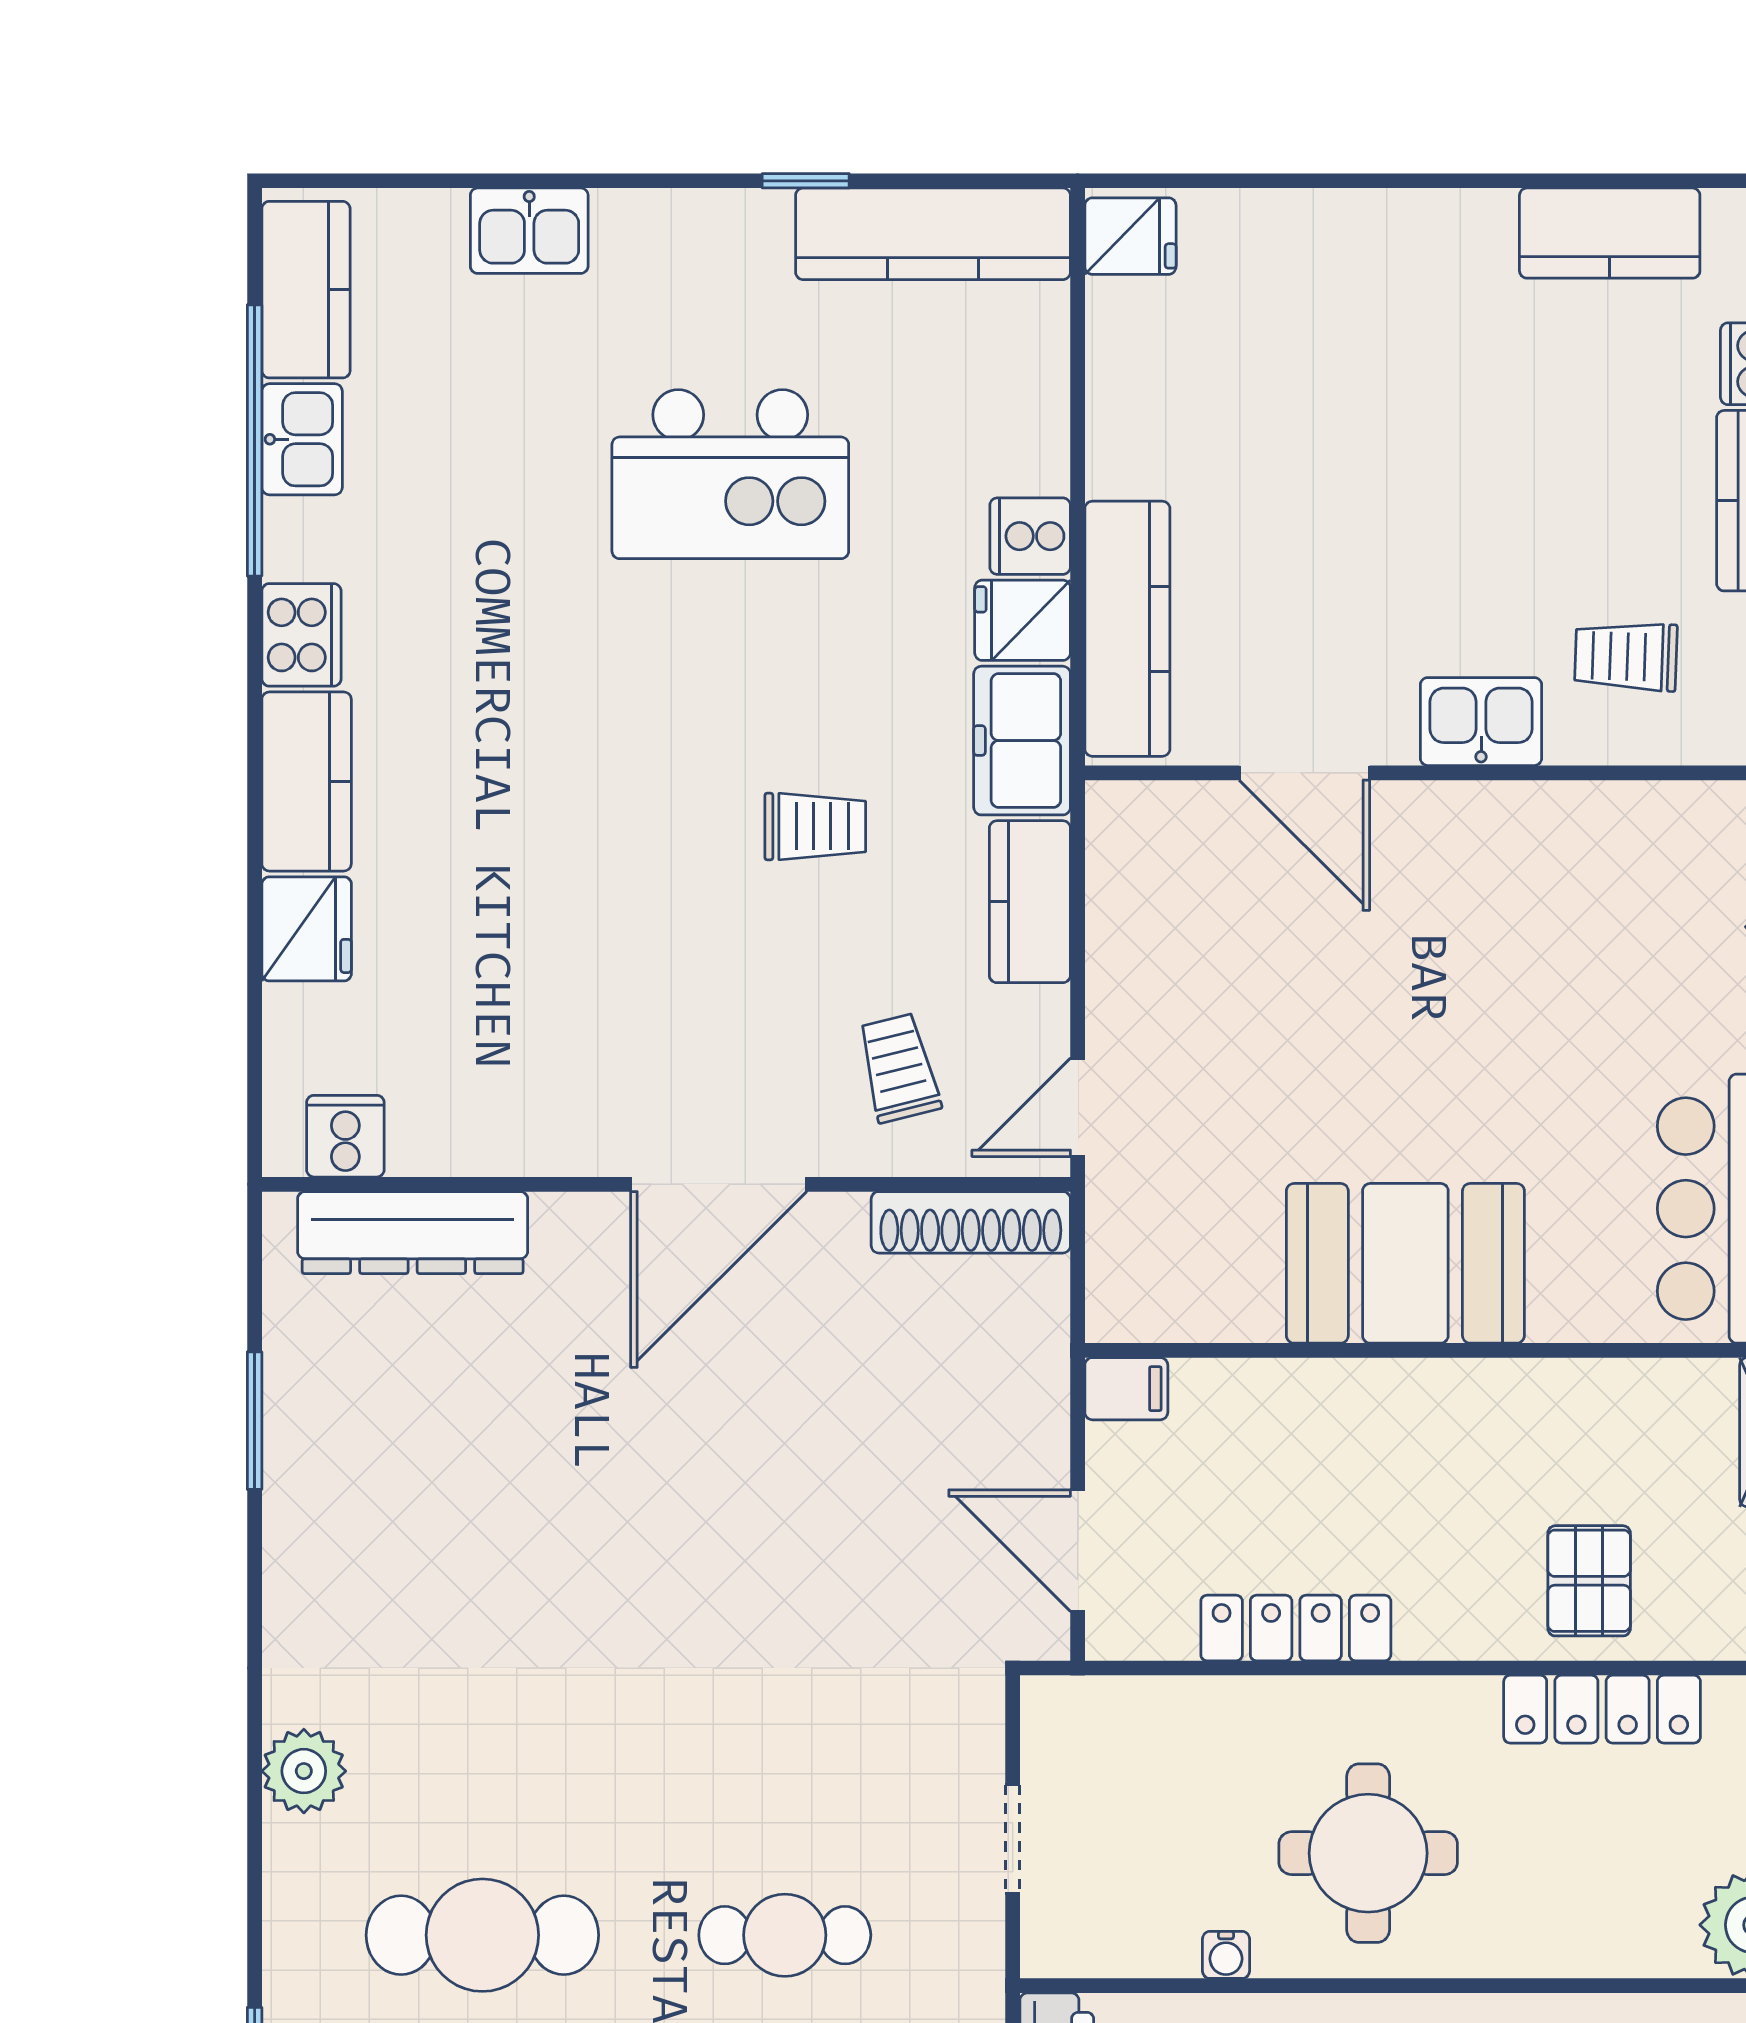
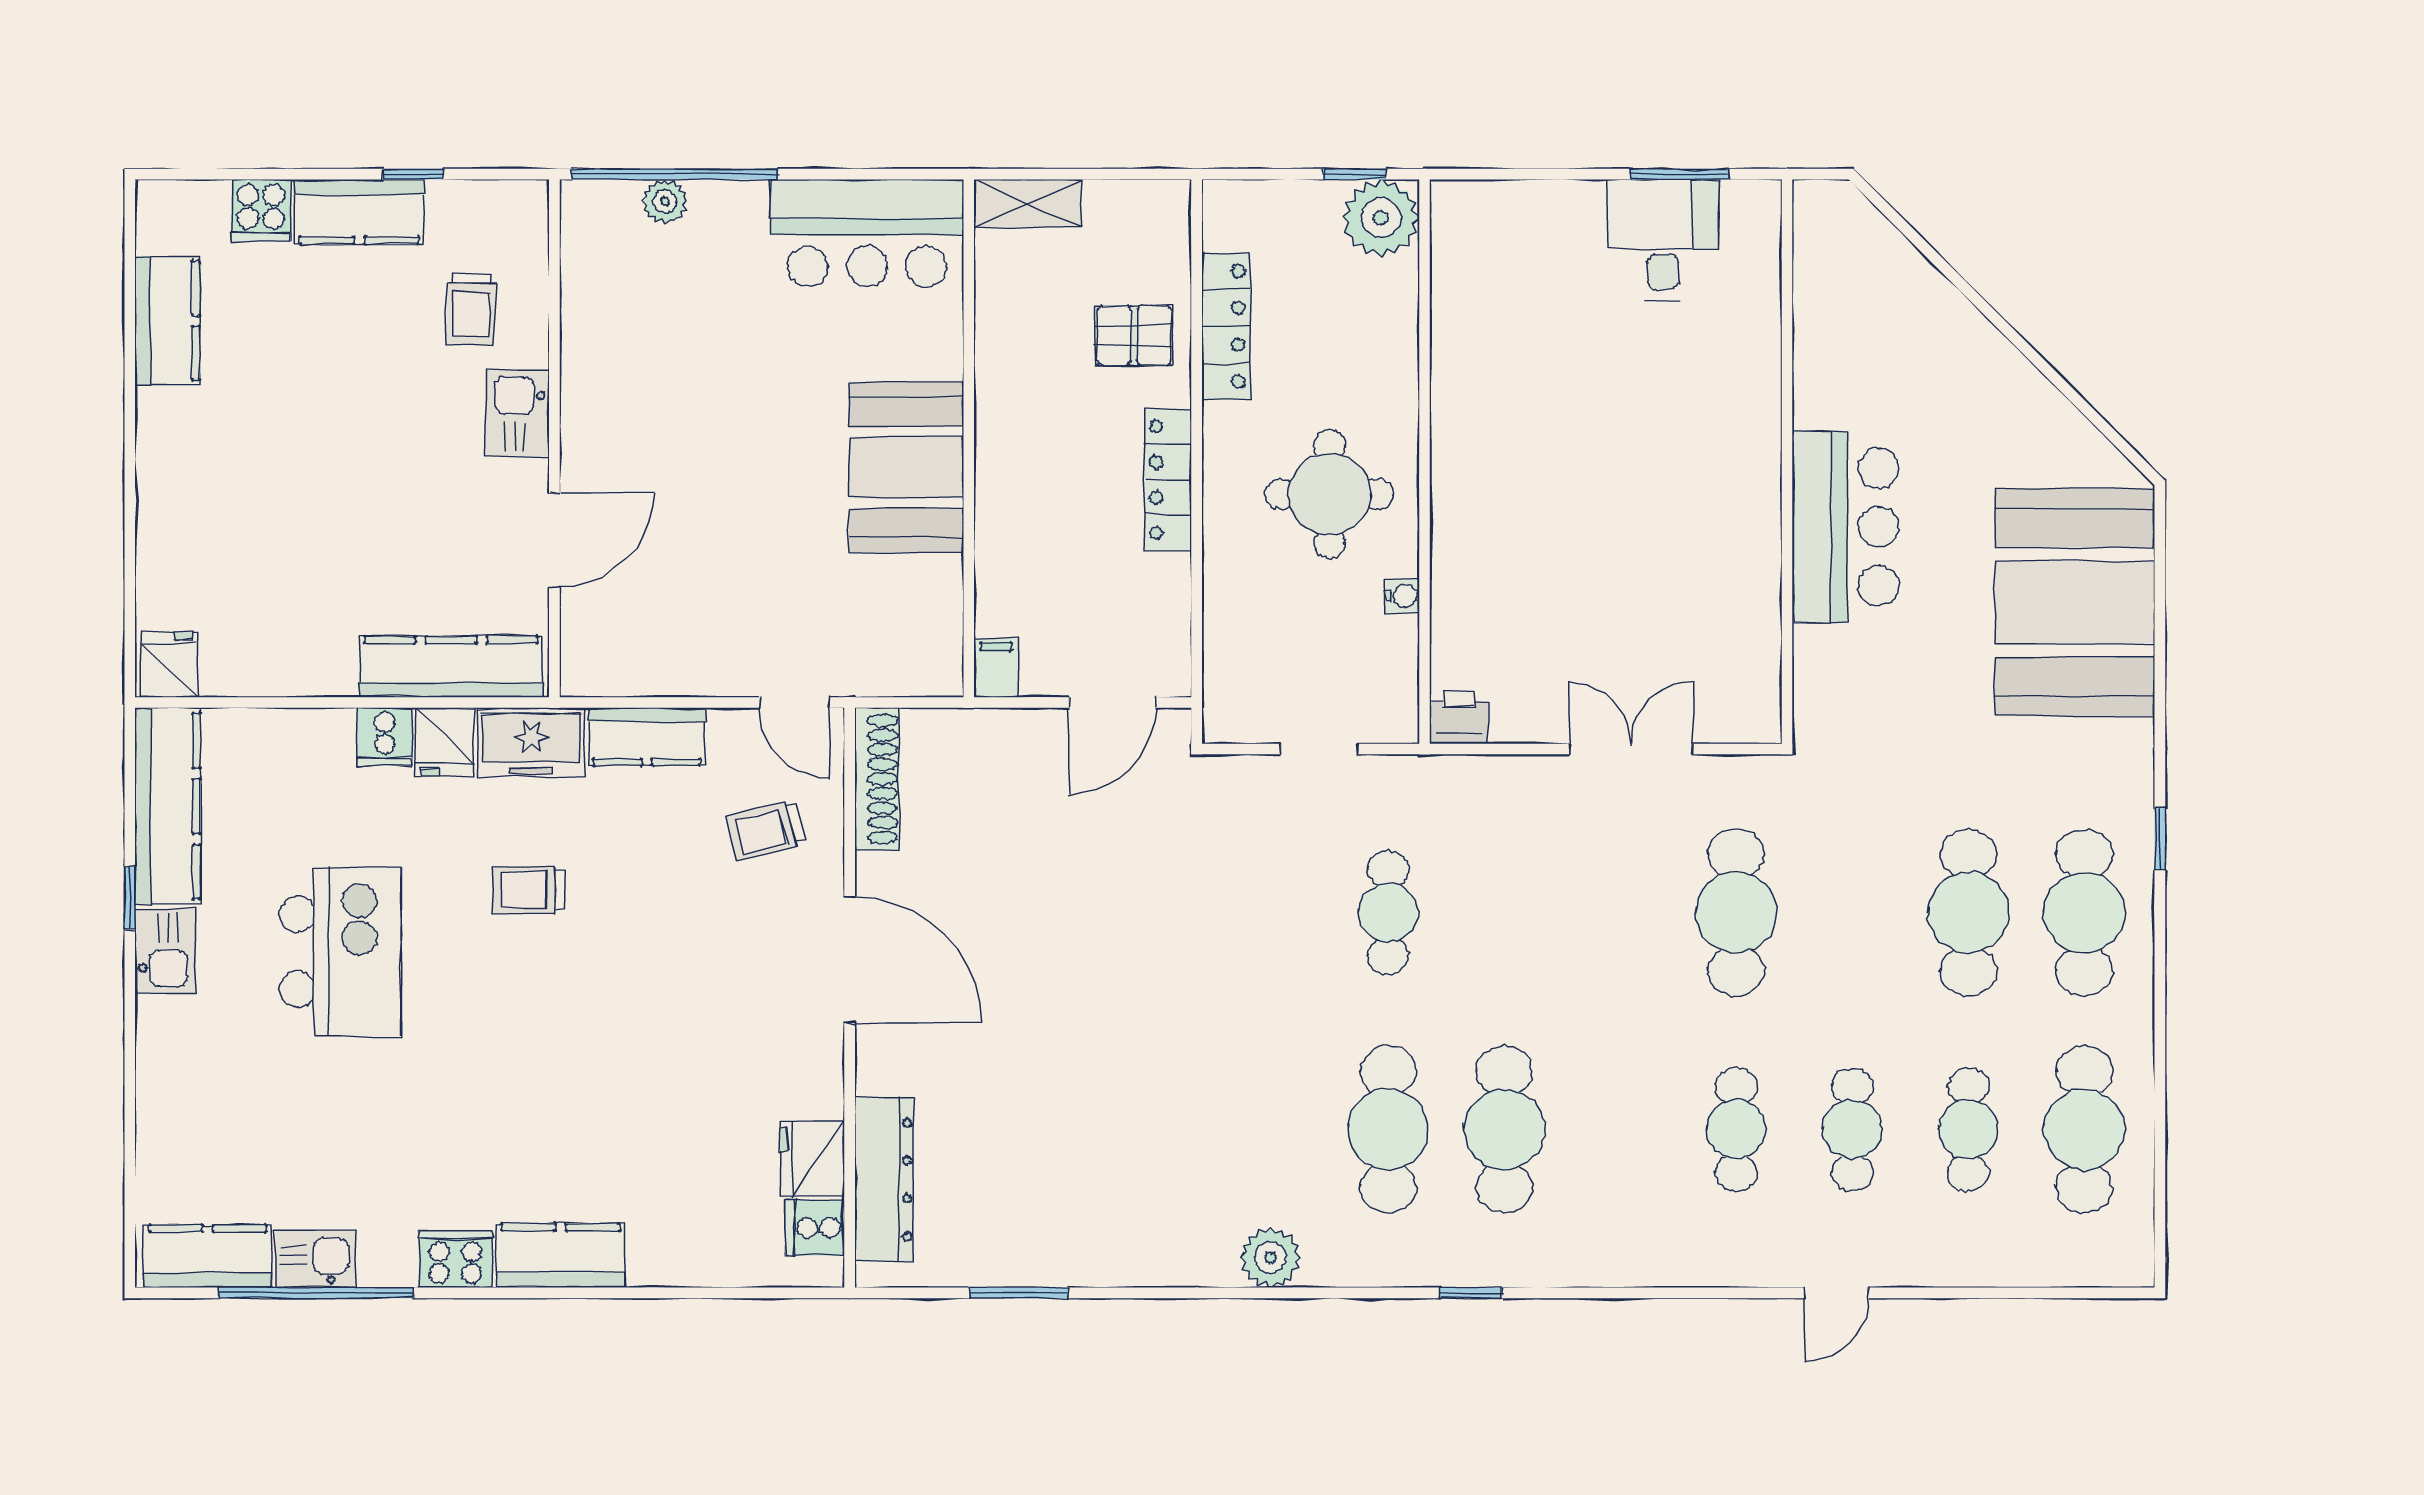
kitchen sink: (529, 231) -> (166, 951), moved
trolley: (815, 826) -> (529, 890), moved, turned -90
fridge: (307, 929) -> (812, 1158), moved, turned -90
locker: (1296, 1628) -> (1168, 480), moved

